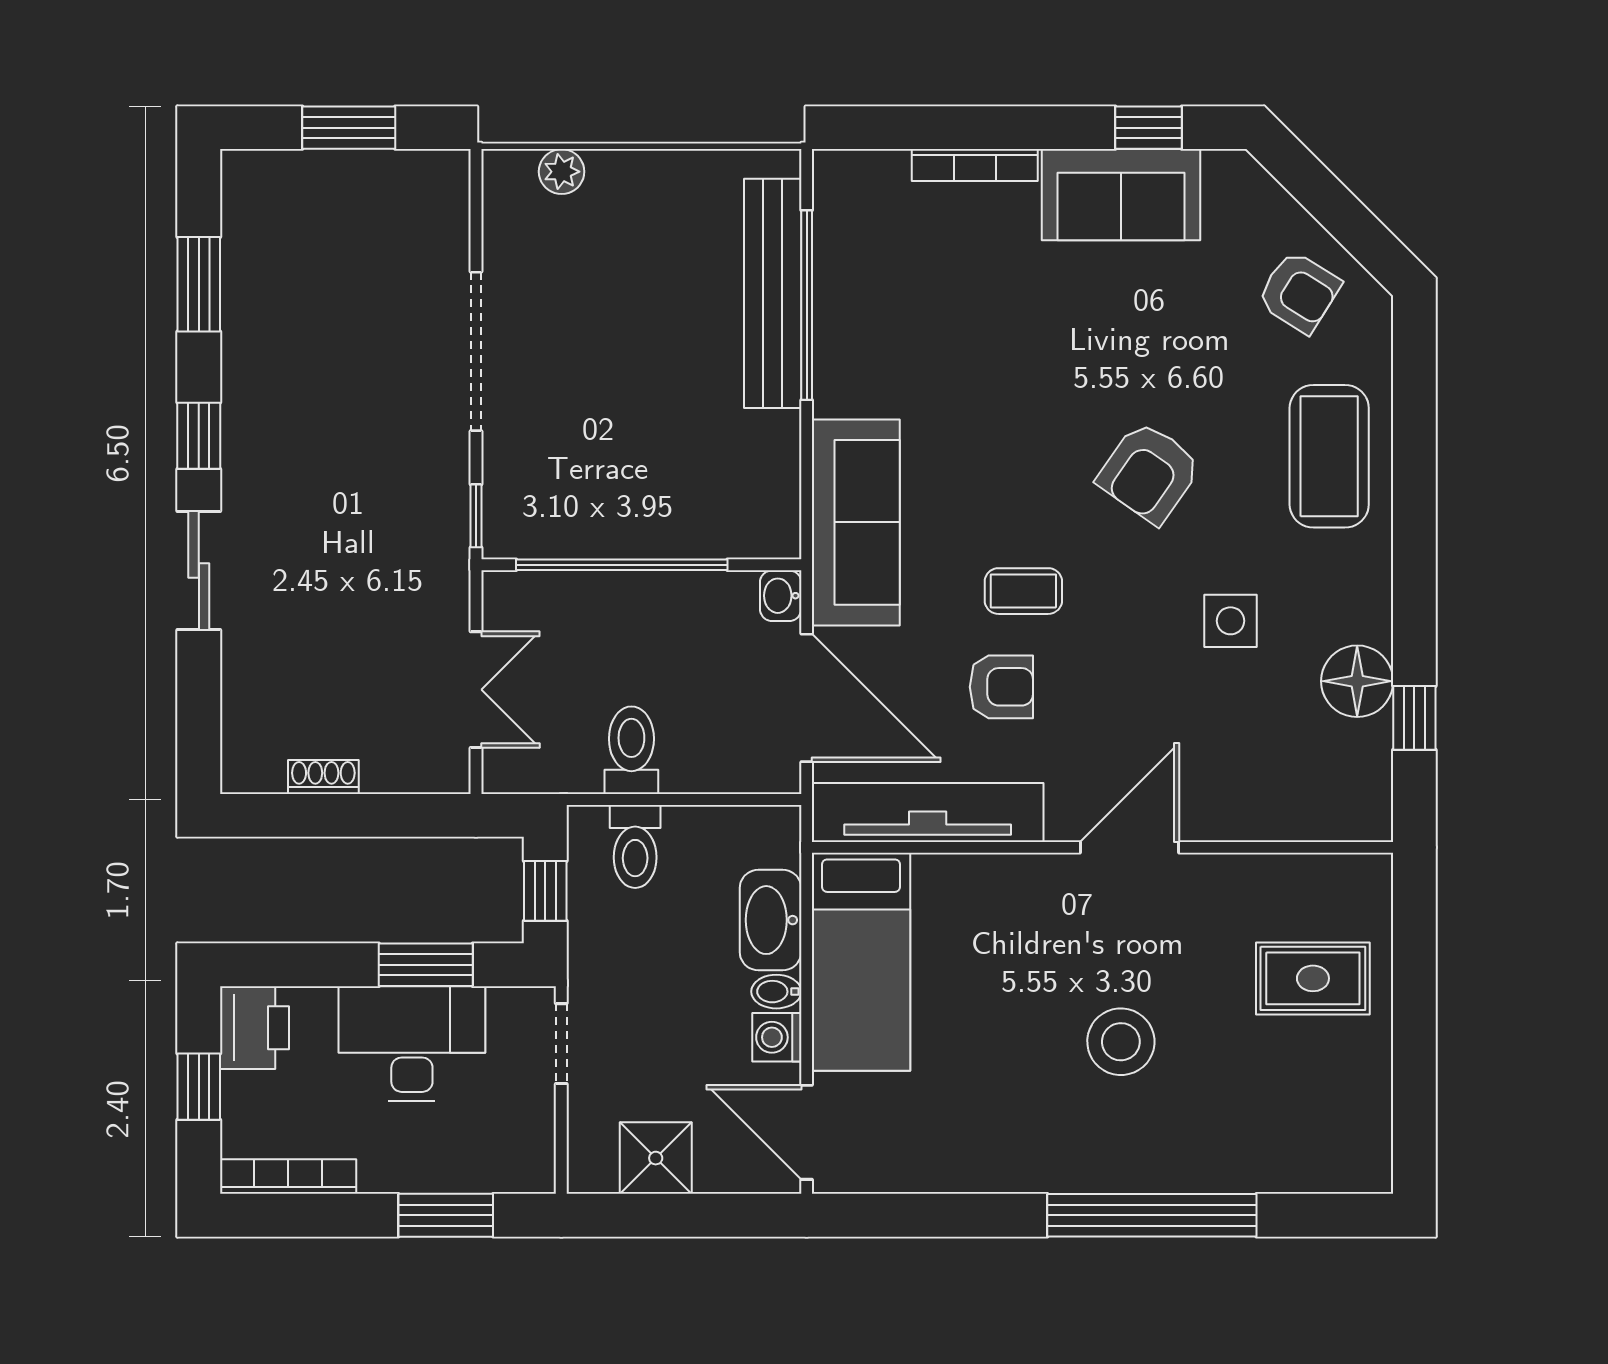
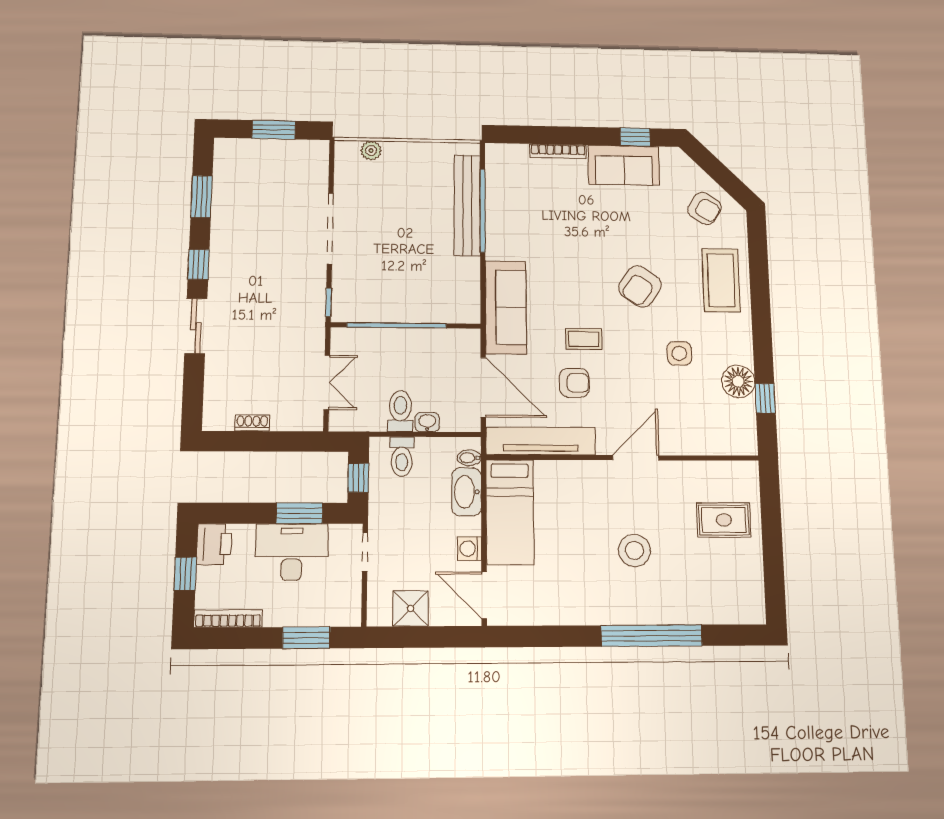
washbasin: (781, 596) -> (427, 422), moved, turned 90
bidet: (776, 992) -> (469, 458), moved

